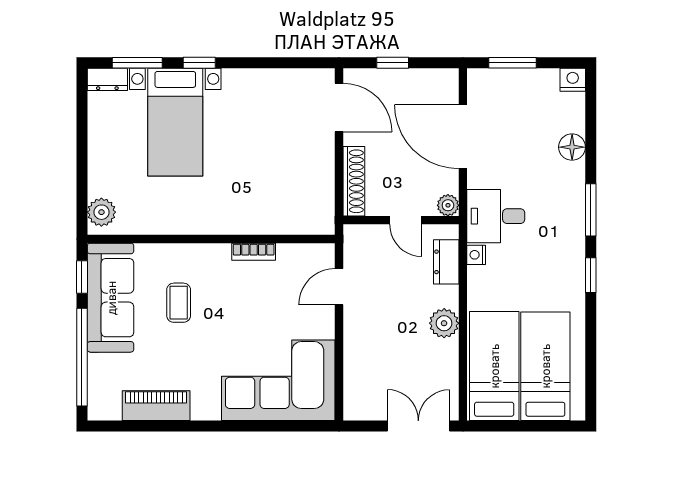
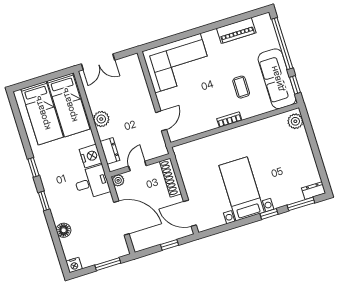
bed with nightstands: (175, 122) -> (242, 189), moved
window: (591, 210) -> (44, 201), width x0.67
door: (406, 220) -> (137, 166), hinge flipped
bookcase: (254, 252) -> (229, 119), moved
nightstand: (476, 255) -> (91, 156), width x1.89, depth x1.79

